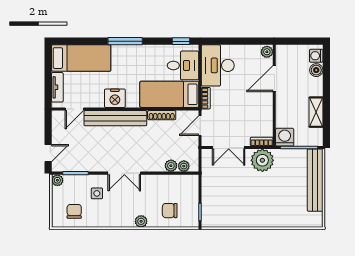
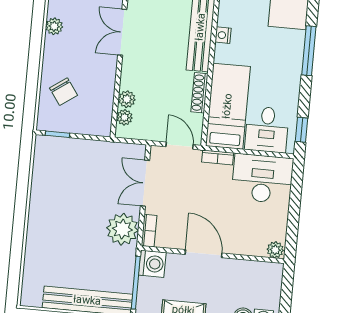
door: (274, 79) -> (204, 254), moved
nightstand: (115, 98) -> (223, 35), width x0.53, depth x0.56
chair: (170, 211) -> (63, 92), turned 145
plant: (141, 221) -> (54, 26), moved

